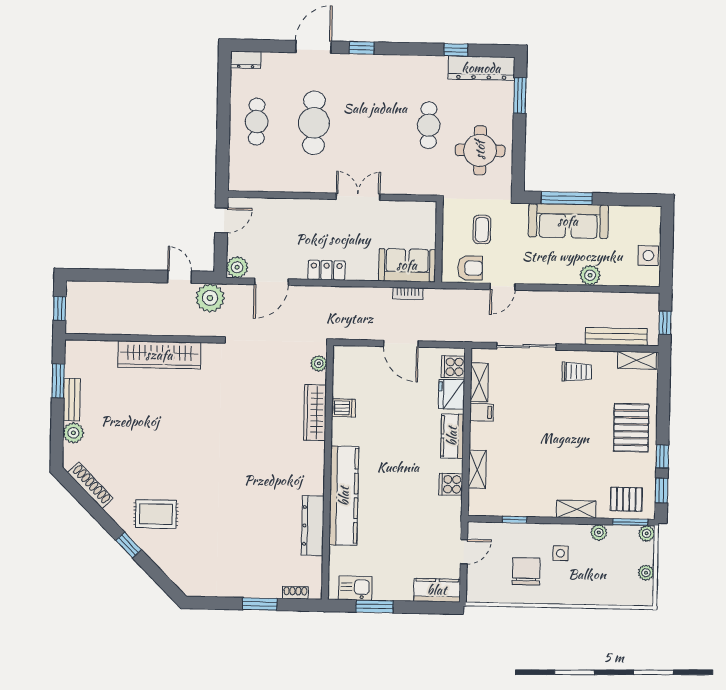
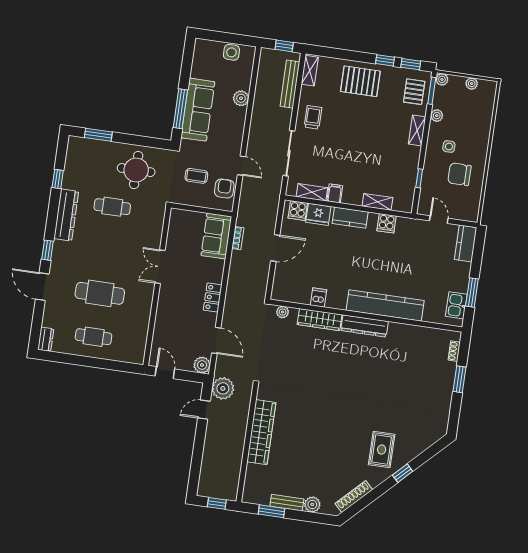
dresser: (481, 68) -> (66, 215), moved
dresser: (313, 526) -> (364, 326), moved

